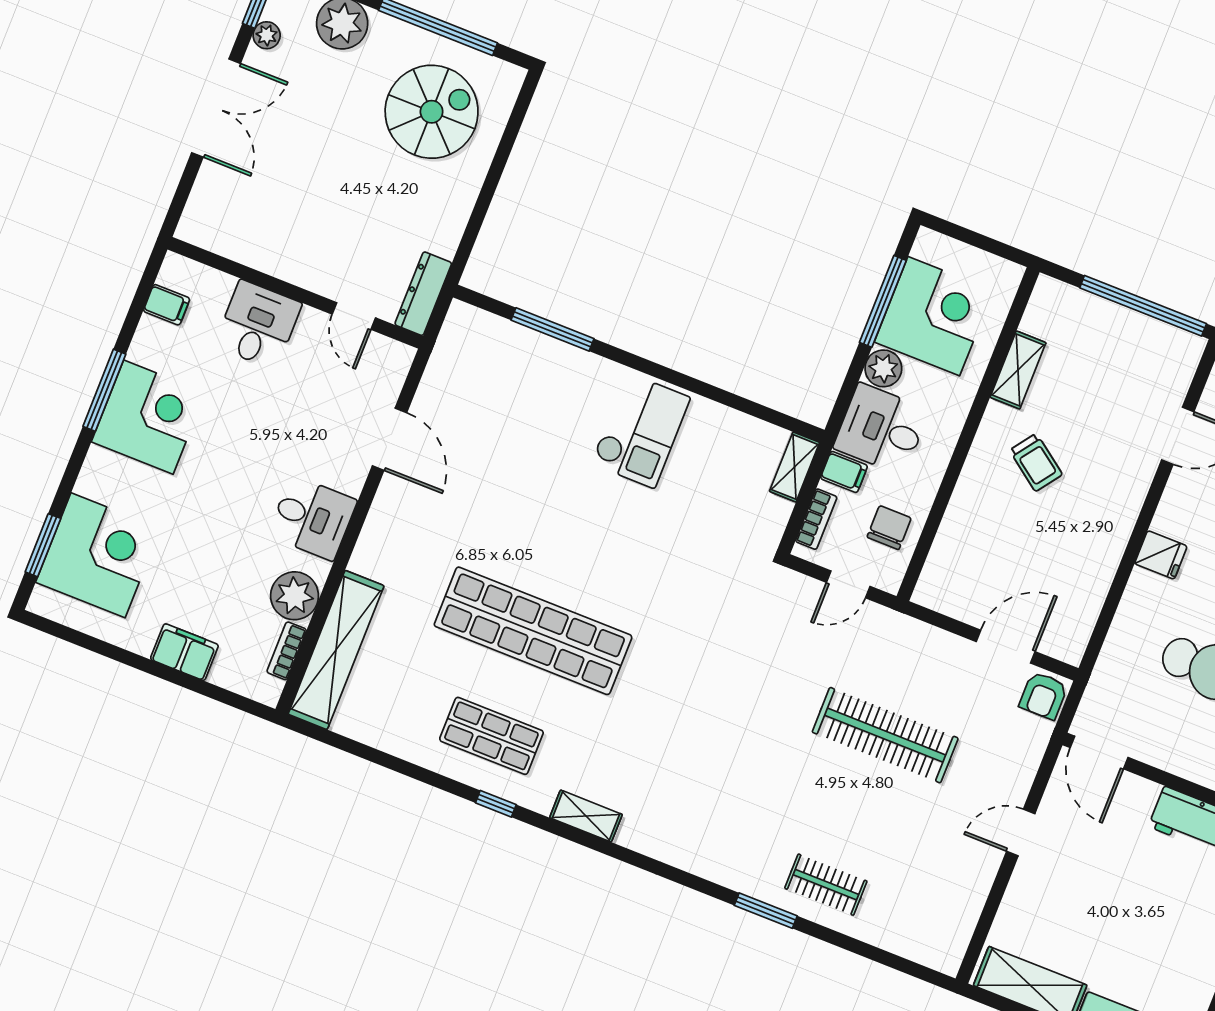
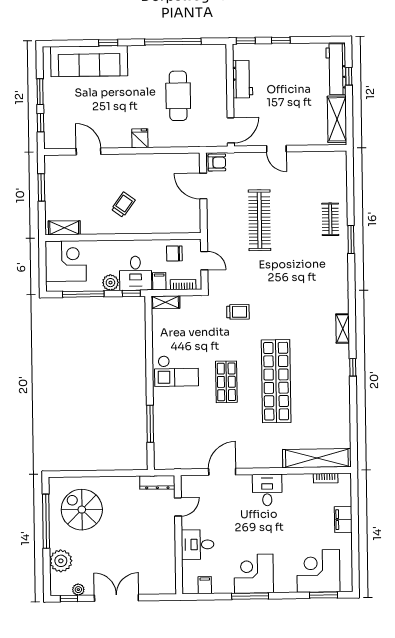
window: (1143, 306) -> (41, 187), width x0.47
corner desk: (934, 316) -> (66, 261), moved, turned 90
shelving: (1018, 370) -> (64, 228), moved
window: (843, 403) -> (131, 293), added
checkout: (641, 431) -> (177, 371), turned 180
plant: (295, 596) -> (302, 484), removed
trolley: (712, 611) -> (238, 312), added
shop shelf: (491, 736) -> (226, 382), moved

